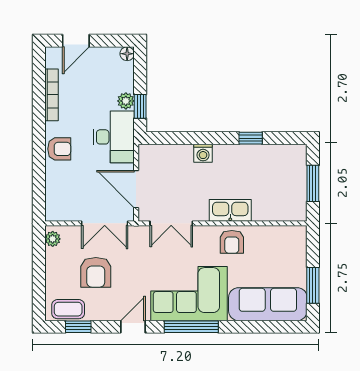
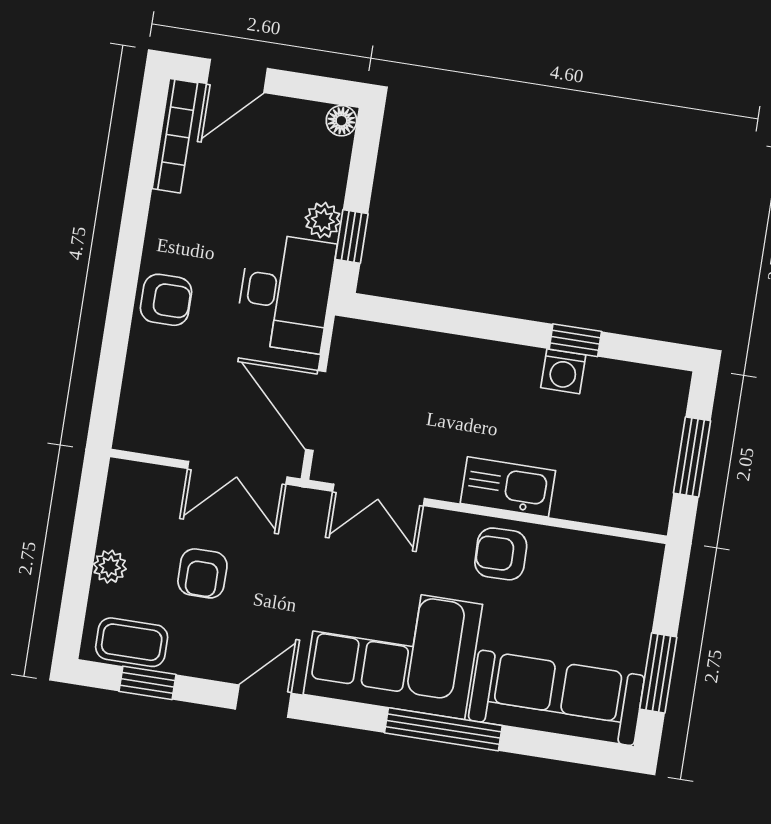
bookcase: (51, 95) -> (175, 136), moved
washing machine: (203, 153) -> (563, 371), moved
plant: (53, 239) -> (110, 567), moved
armchair: (232, 242) -> (501, 554), turned 89
armchair: (96, 272) -> (202, 573), width x0.72, depth x0.72
window: (191, 327) -> (443, 729), moved

